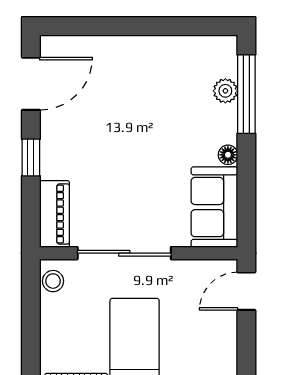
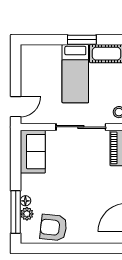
armchair: (175, 65) -> (53, 228), added
floor lamp: (228, 155) -> (25, 201), moved

